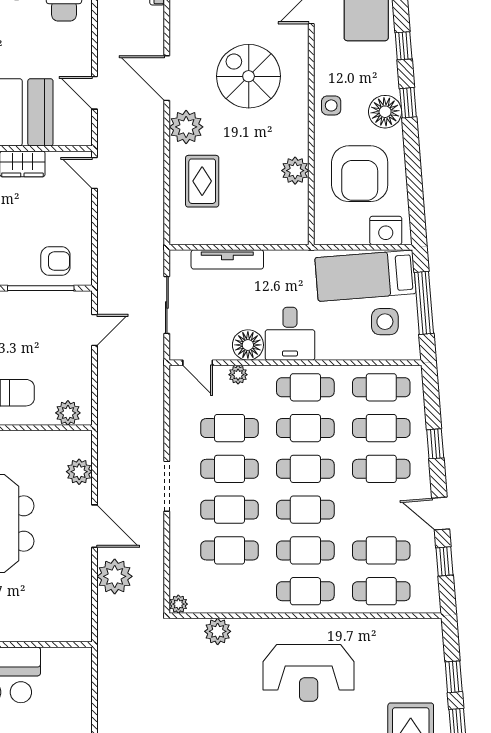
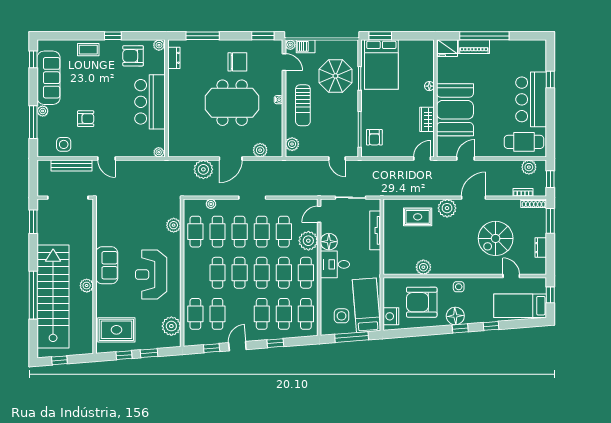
spiral stairs: (249, 76) -> (496, 238), moved, turned 180
plant: (238, 375) -> (308, 241), width x1.88, depth x1.88
cafe table: (305, 591) -> (195, 232), moved
plant: (178, 604) -> (211, 204), moved
plant: (404, 636) -> (171, 326), added
plant: (83, 659) -> (159, 152), added

